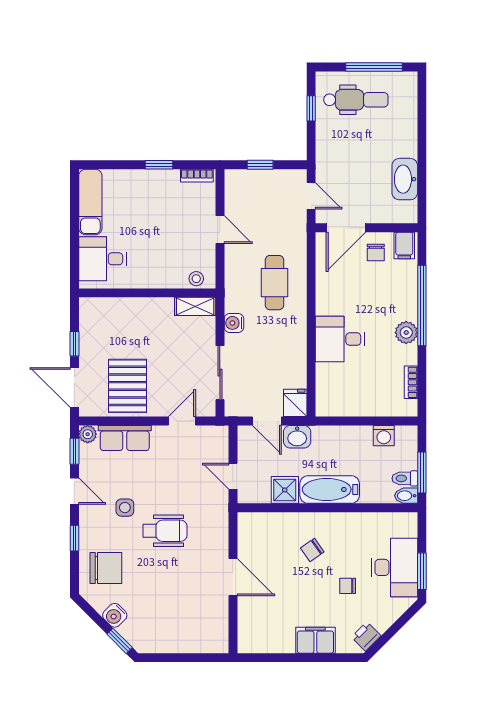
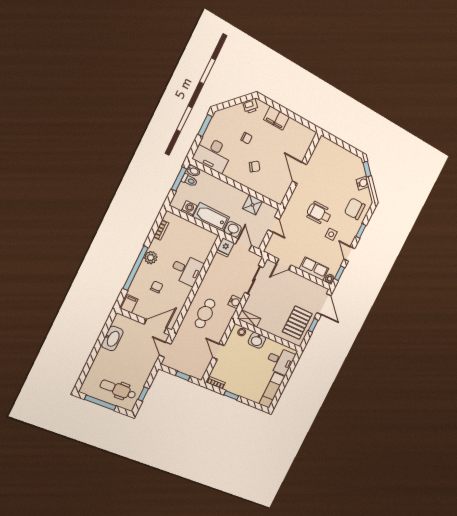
chair: (376, 253) -> (157, 287), moved
washbasin: (163, 276) -> (257, 340), added
pallet: (128, 386) -> (297, 323), moved
bathtub: (330, 489) -> (211, 217), moved, turned 180
desk: (394, 567) -> (213, 154), moved, turned -90

